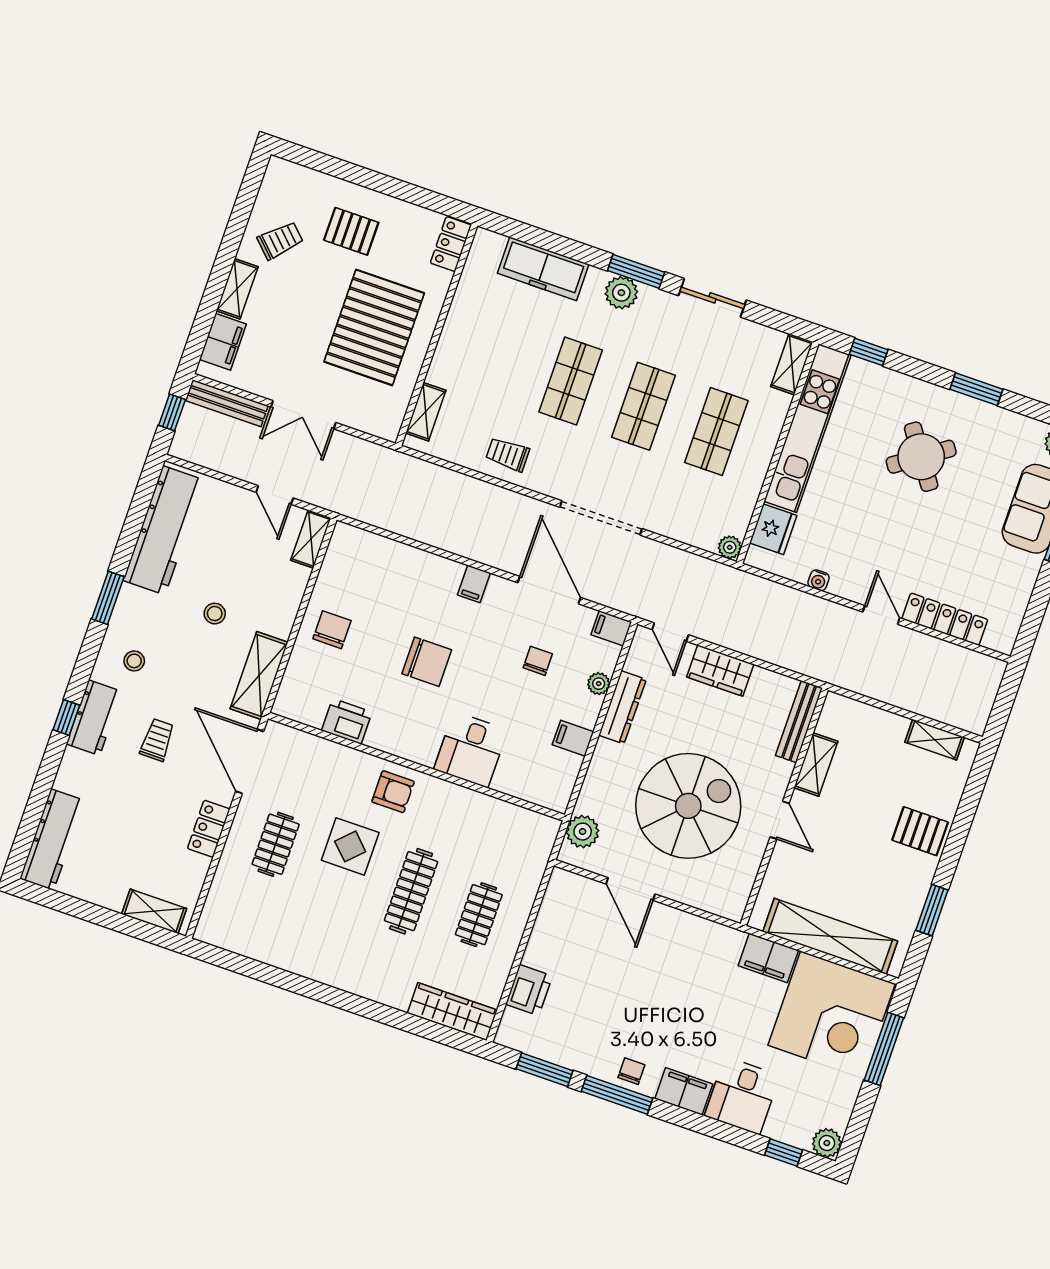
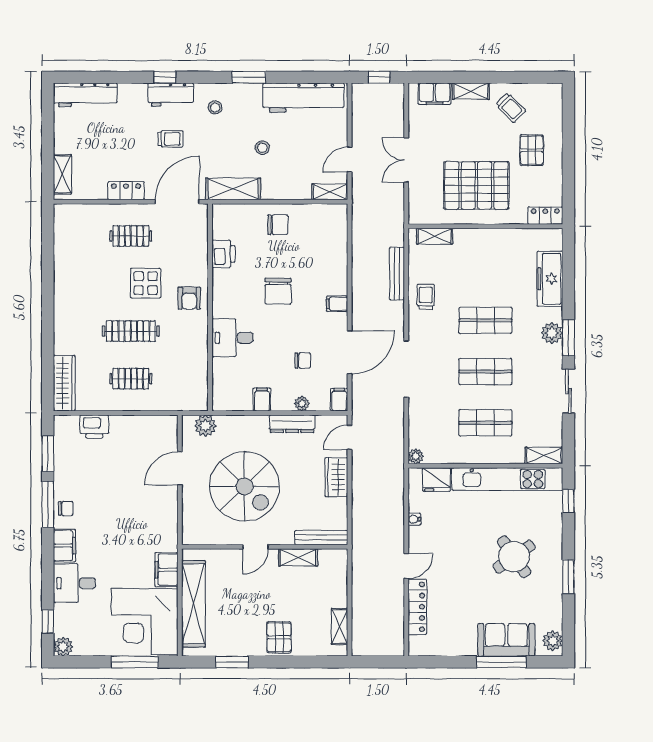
bench: (227, 403) -> (397, 274), moved

